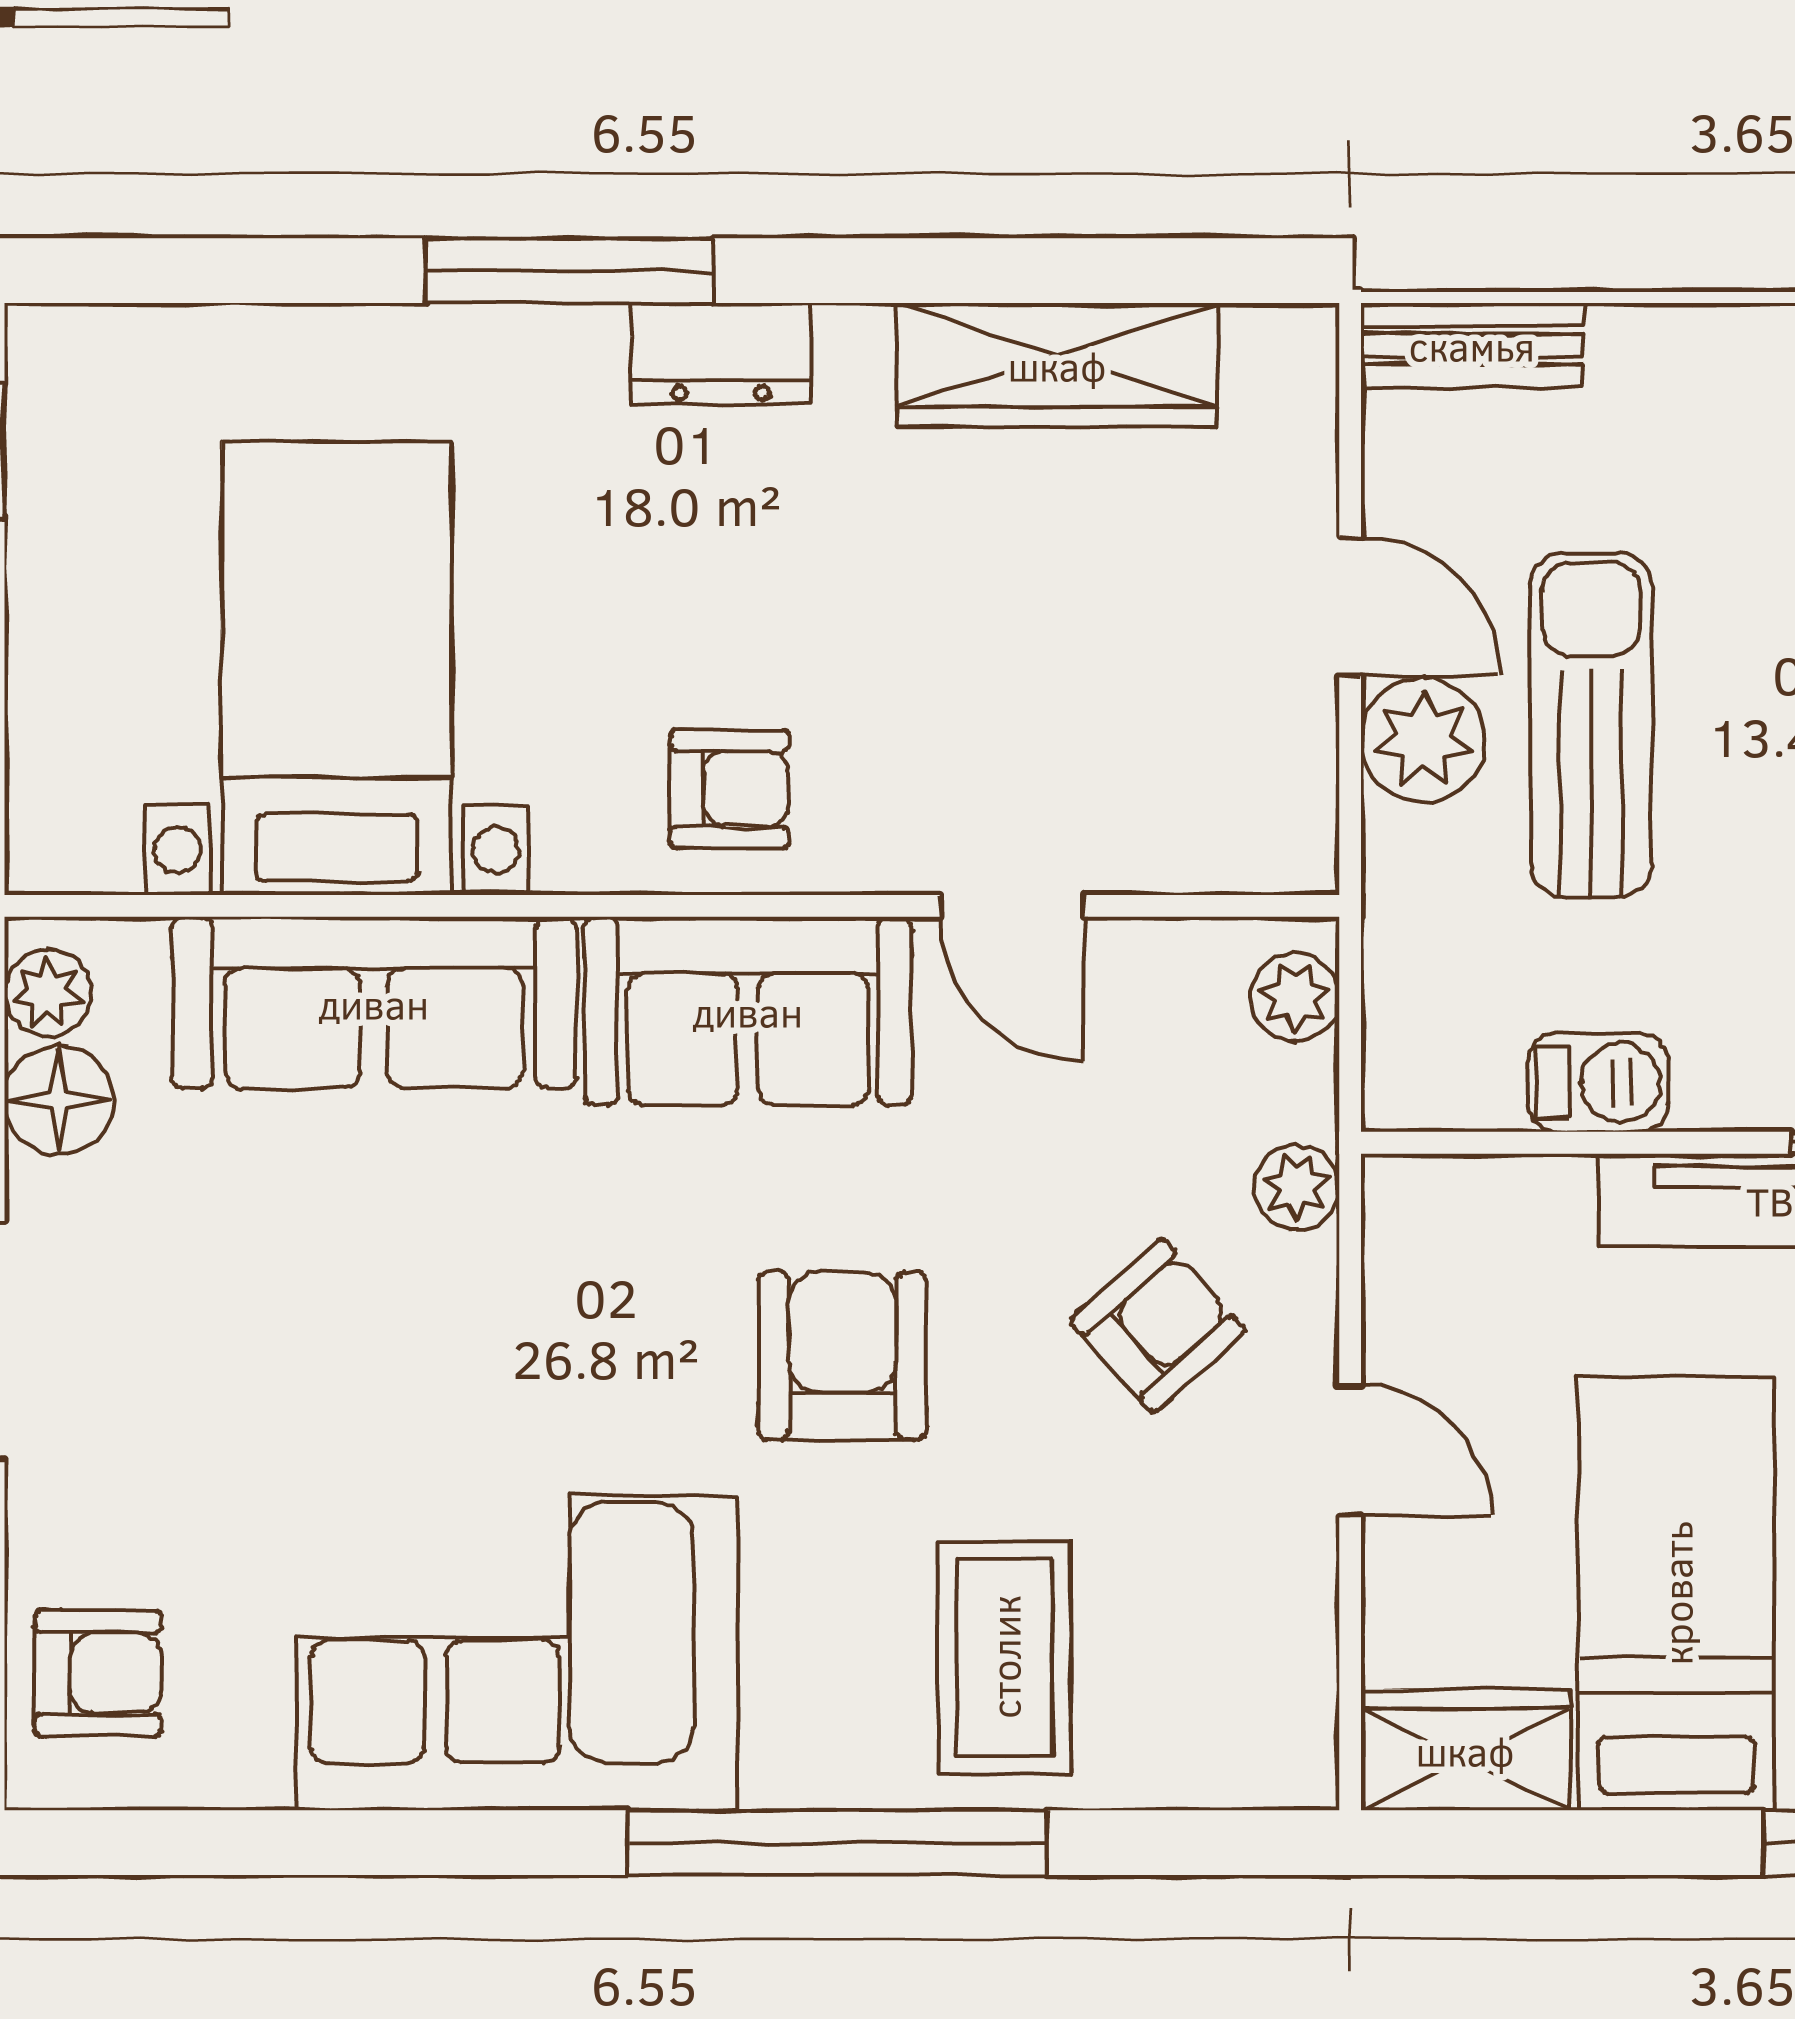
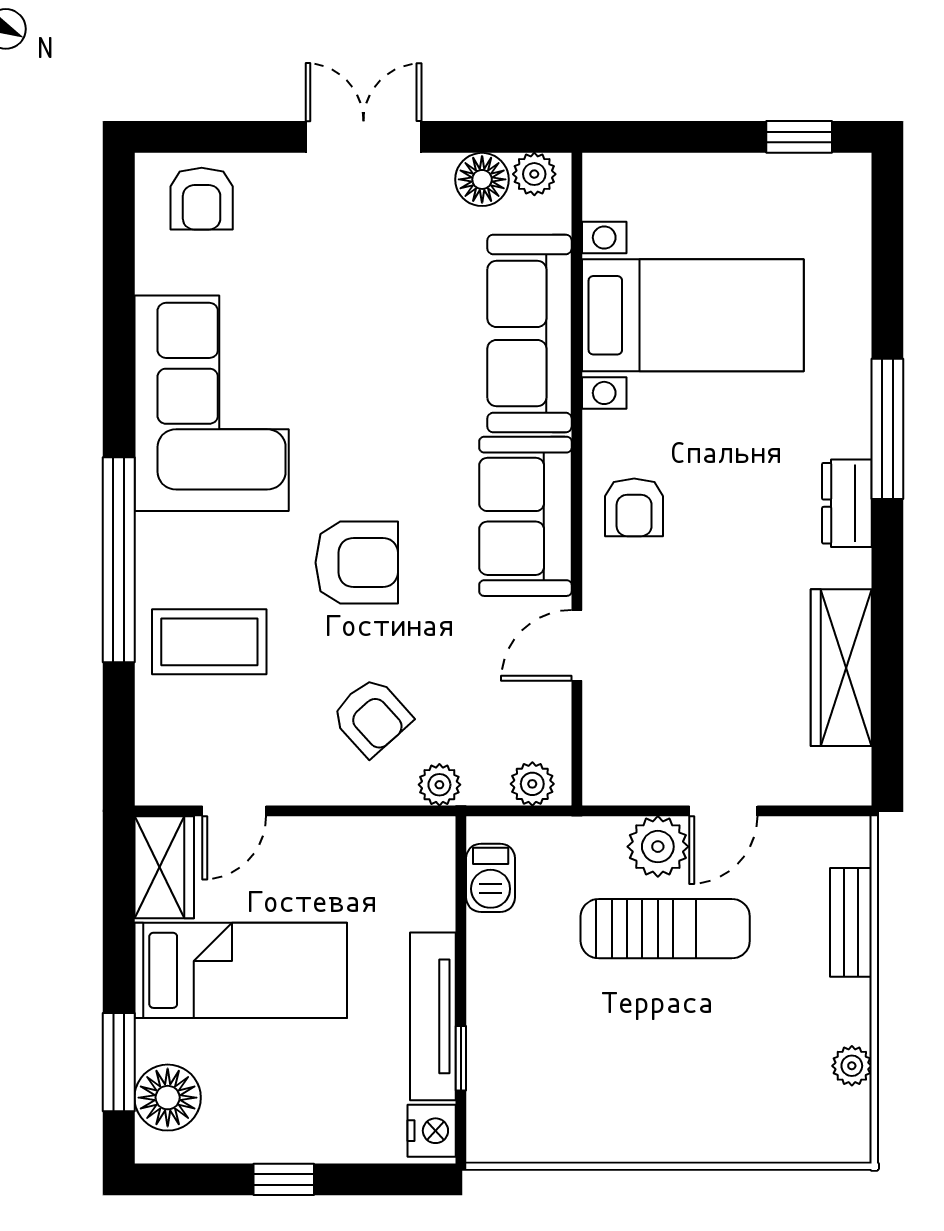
bench: (1472, 345) -> (851, 922), moved
barbecue: (1598, 1082) -> (491, 878), moved
door: (1350, 1450) -> (234, 811), moved

